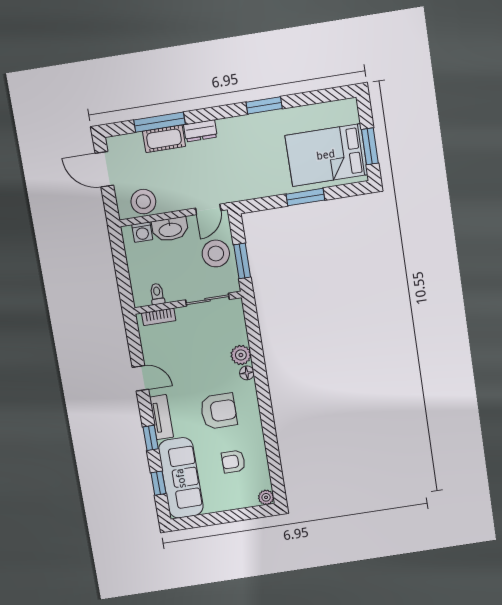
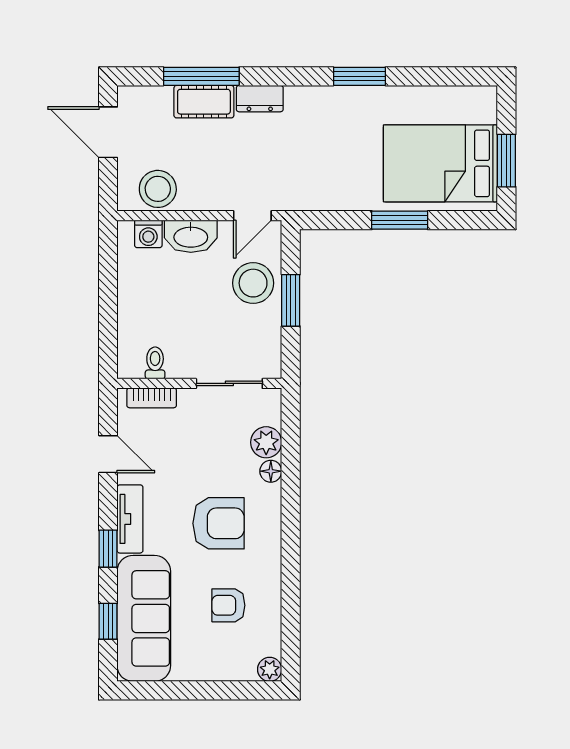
toilet: (157, 294) -> (155, 363), moved
sliding door: (207, 300) -> (229, 383), moved
wall: (188, 303) -> (199, 383), moved
bookcase: (159, 317) -> (152, 398), moved

